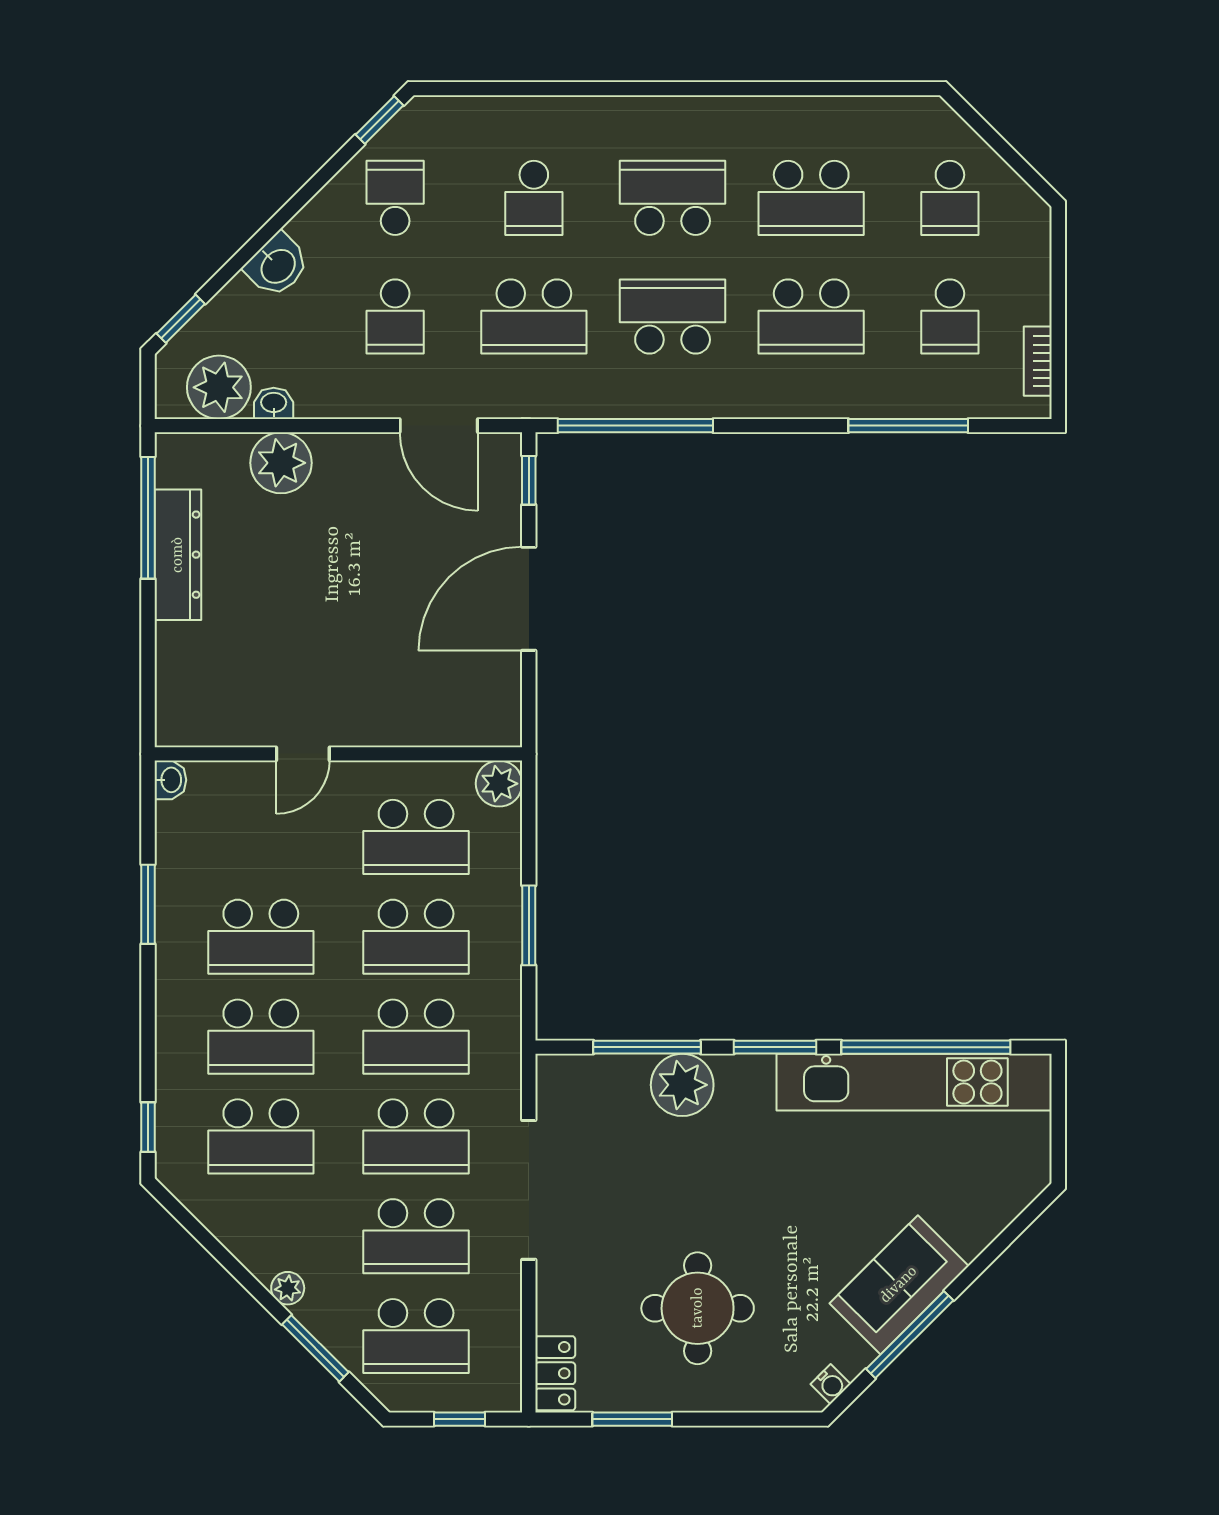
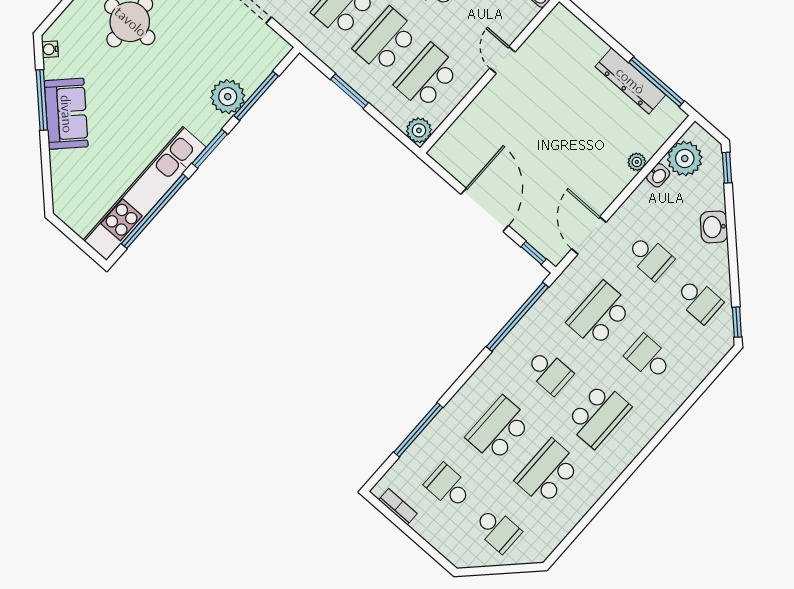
school desk: (950, 198) -> (497, 530), turned 180
school desk: (395, 316) -> (650, 257), turned 180
school desk: (673, 316) -> (549, 372), width x0.54
door: (439, 426) -> (589, 236), hinge flipped
plant: (281, 463) -> (637, 162), width x0.53, depth x0.53

